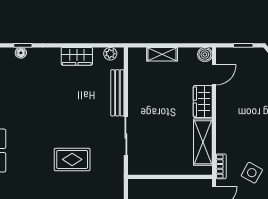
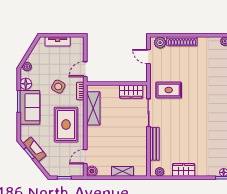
wardrobe: (203, 102) -> (131, 92), moved, turned 90
rug: (241, 120) -> (66, 125), added
rug: (72, 159) -> (169, 90), moved

